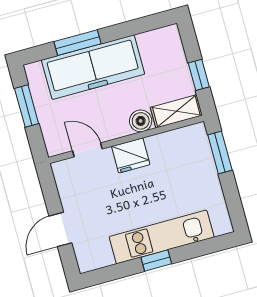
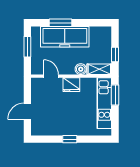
kitchen unit: (162, 237) -> (104, 103), moved, turned -90

